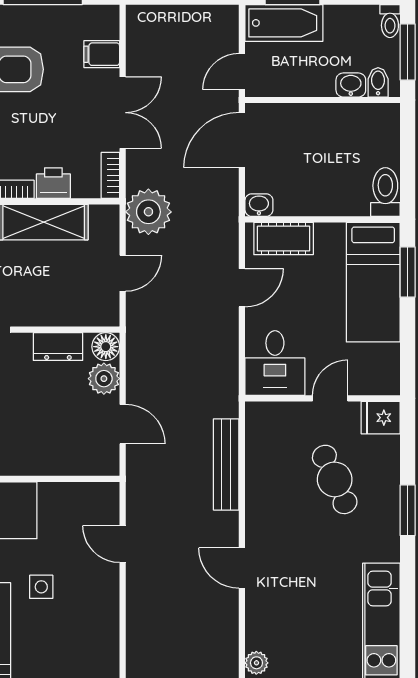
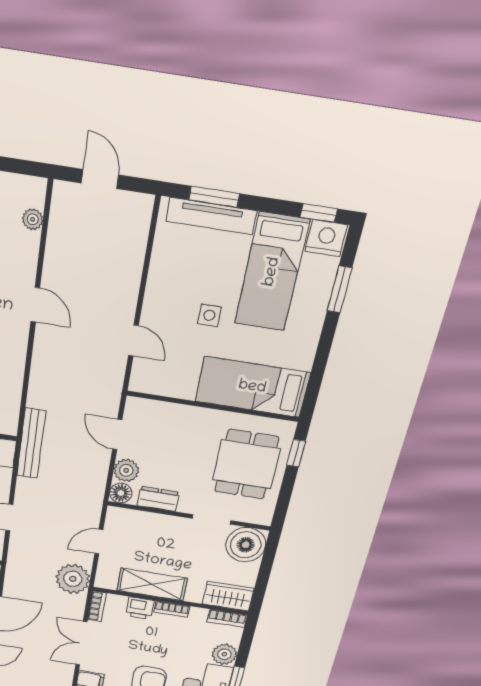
bench: (226, 464) -> (31, 443), moved

